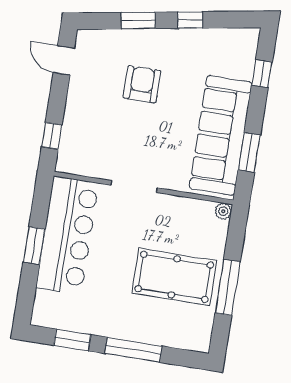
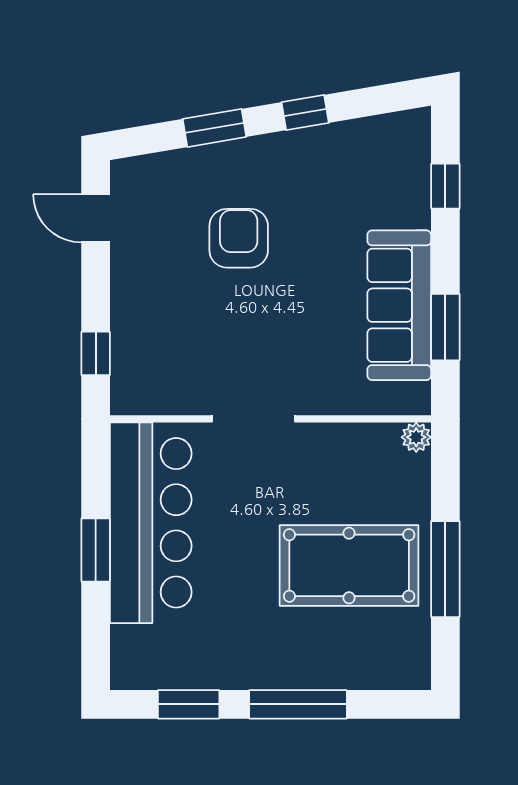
sofa: (221, 135) -> (399, 305), width x0.74, depth x0.79

